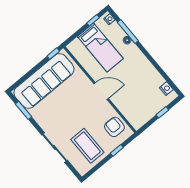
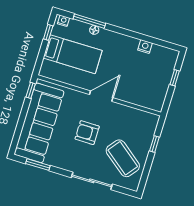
nightstand: (166, 89) -> (145, 47), moved
armchair: (114, 127) -> (87, 133), moved
coffee table: (87, 146) -> (123, 158), turned 38

